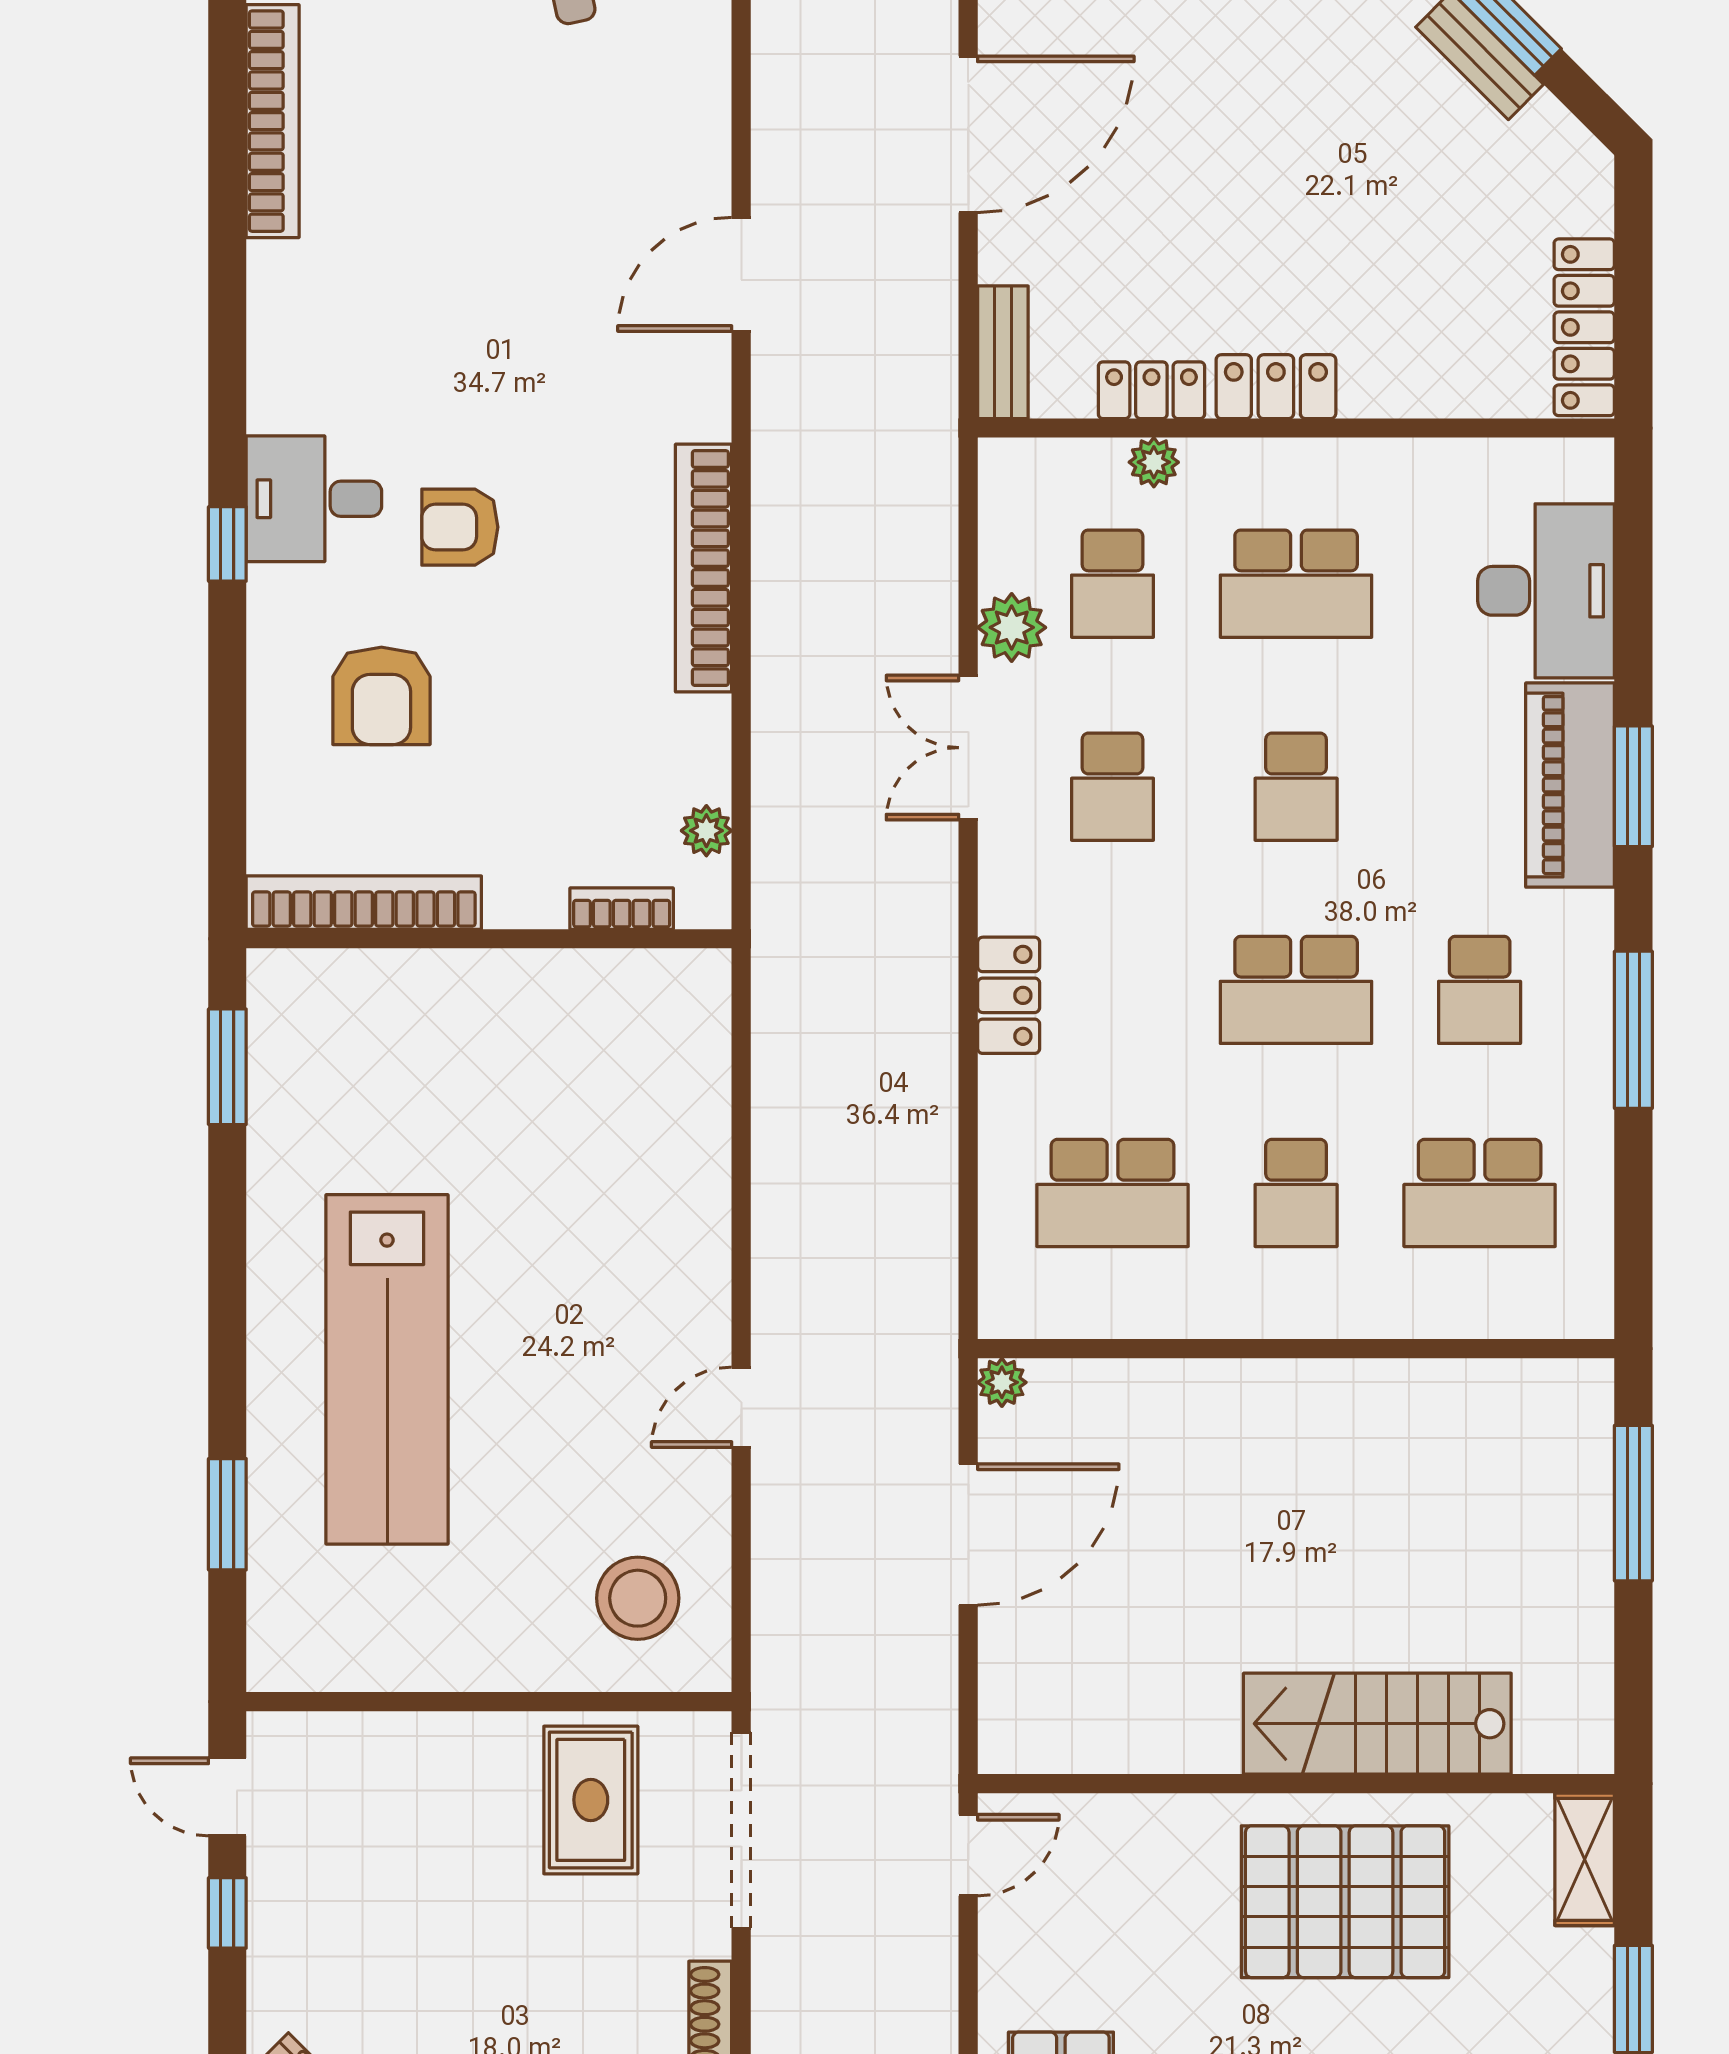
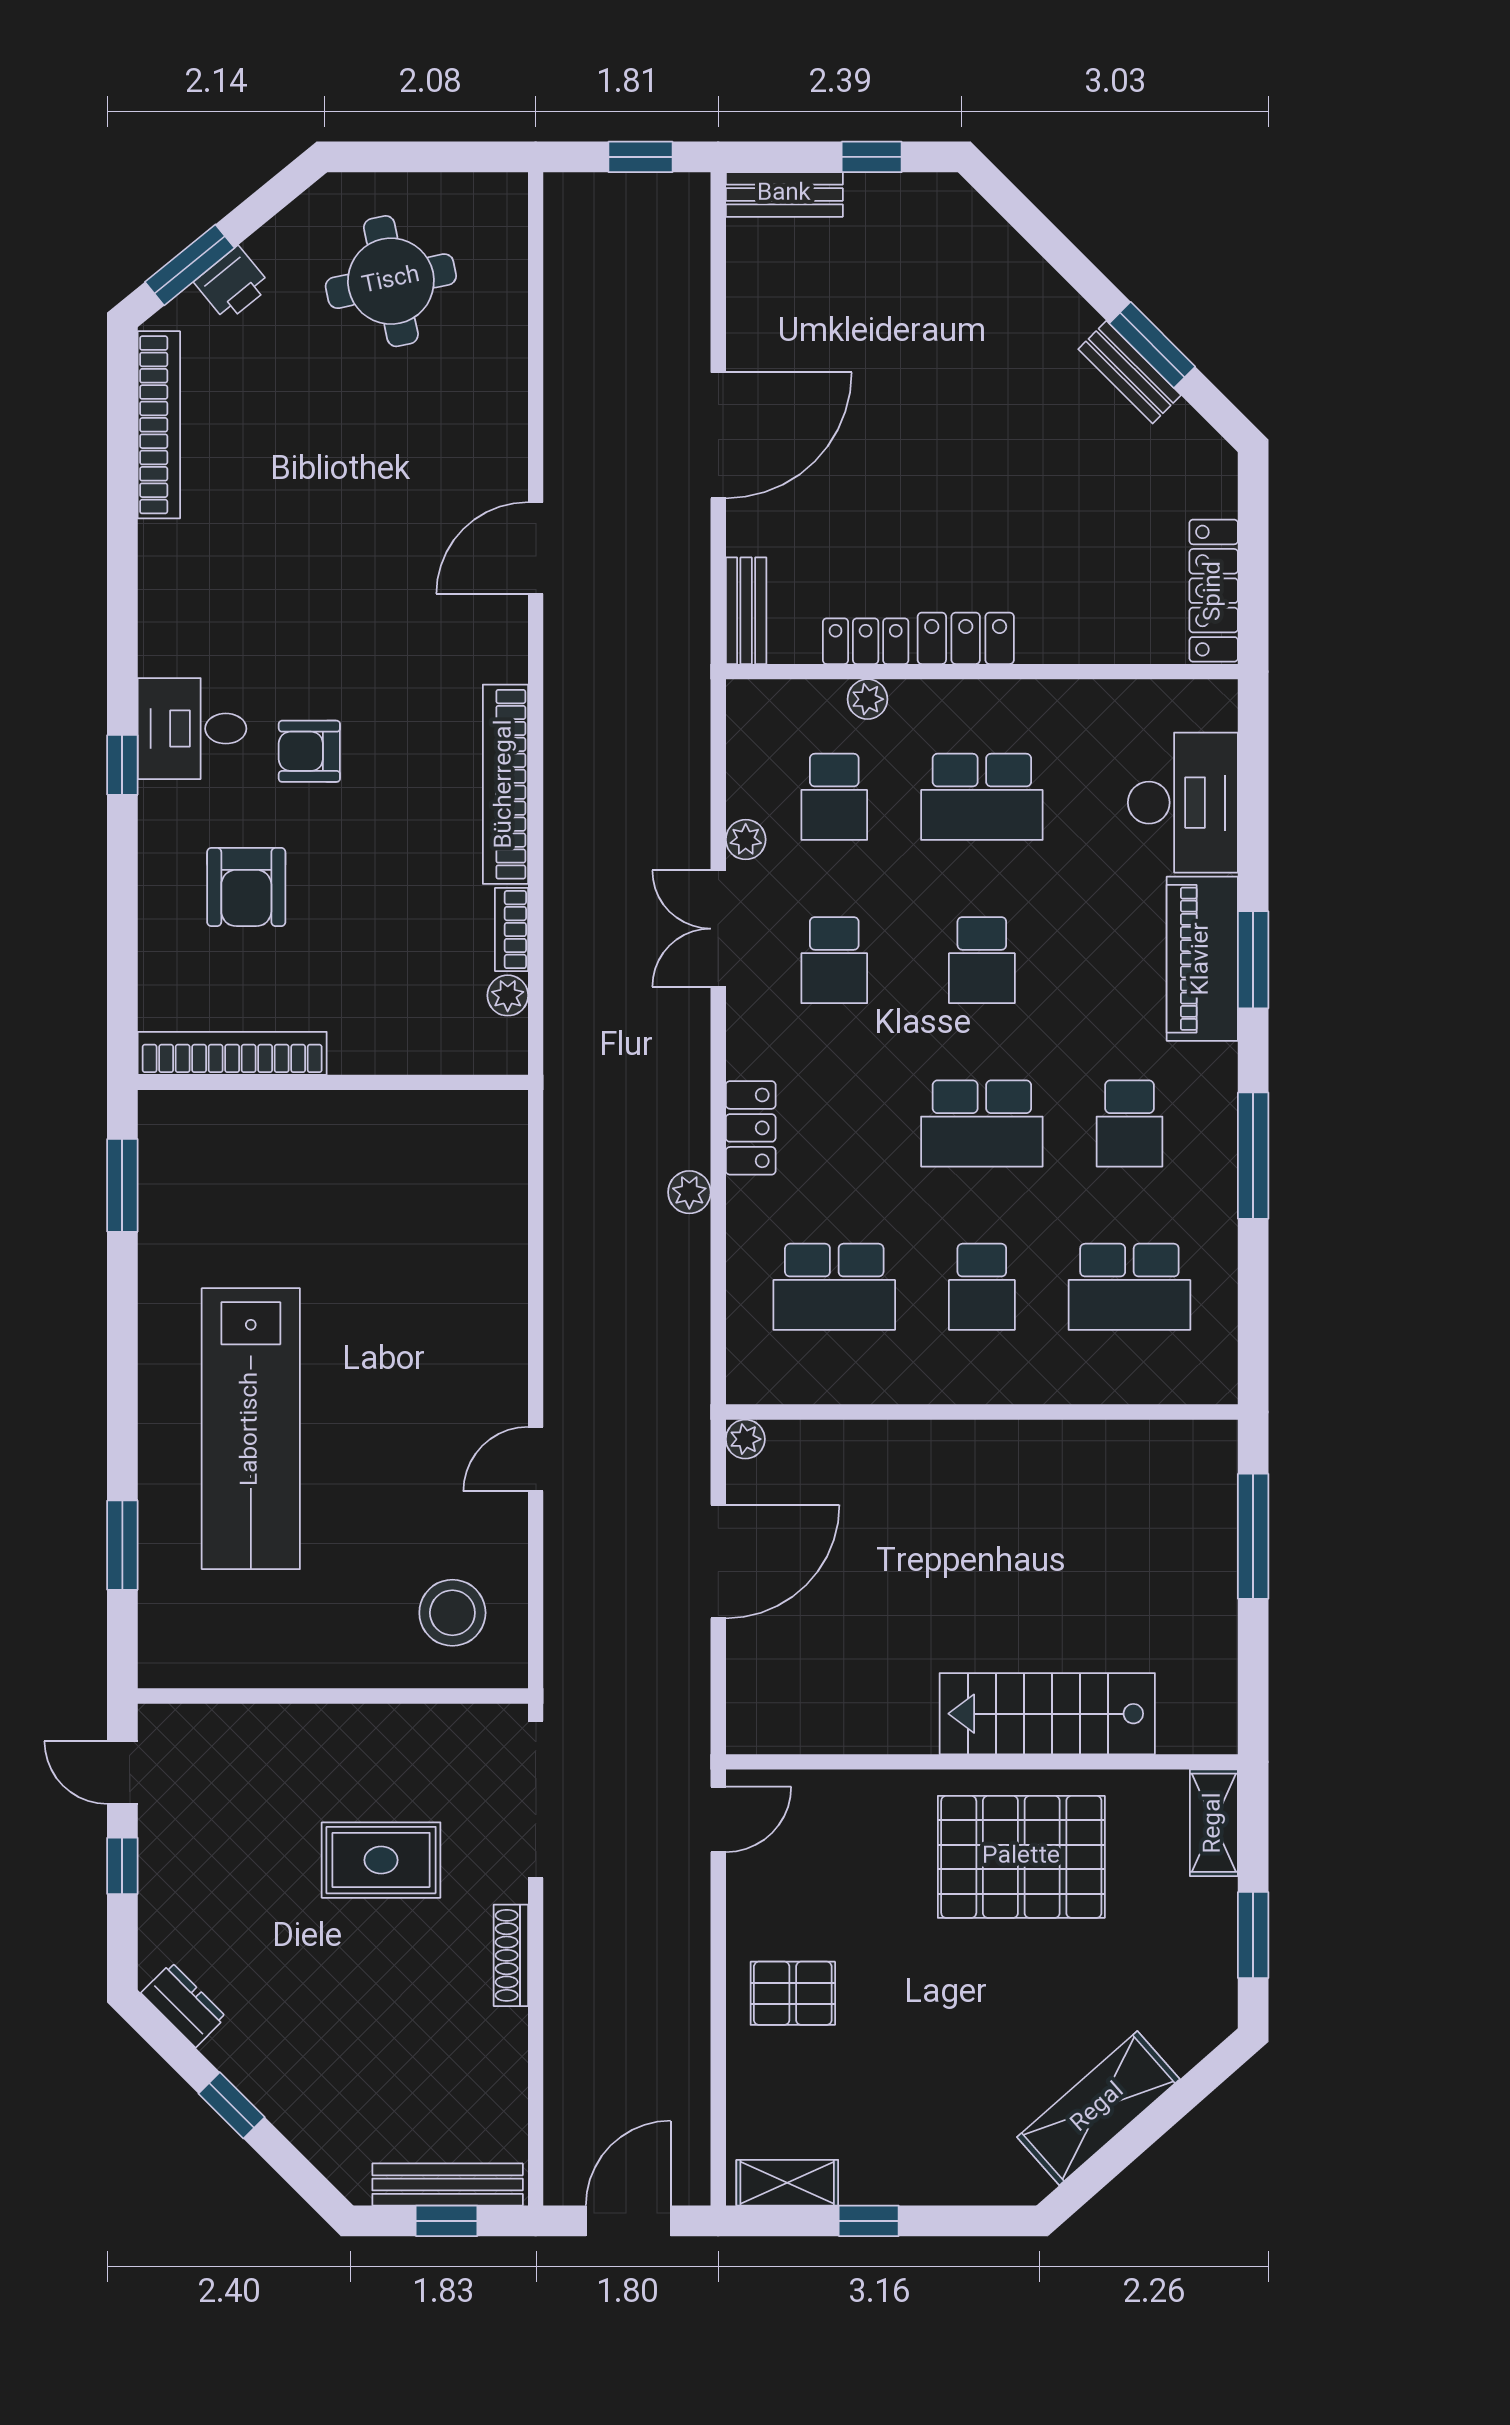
plant: (1012, 627) -> (746, 840), width x0.73, depth x0.73
bookcase: (622, 909) -> (511, 930), moved, turned -90
plant: (932, 1075) -> (689, 1192), added
rug: (591, 1800) -> (381, 1860), moved, turned 90

